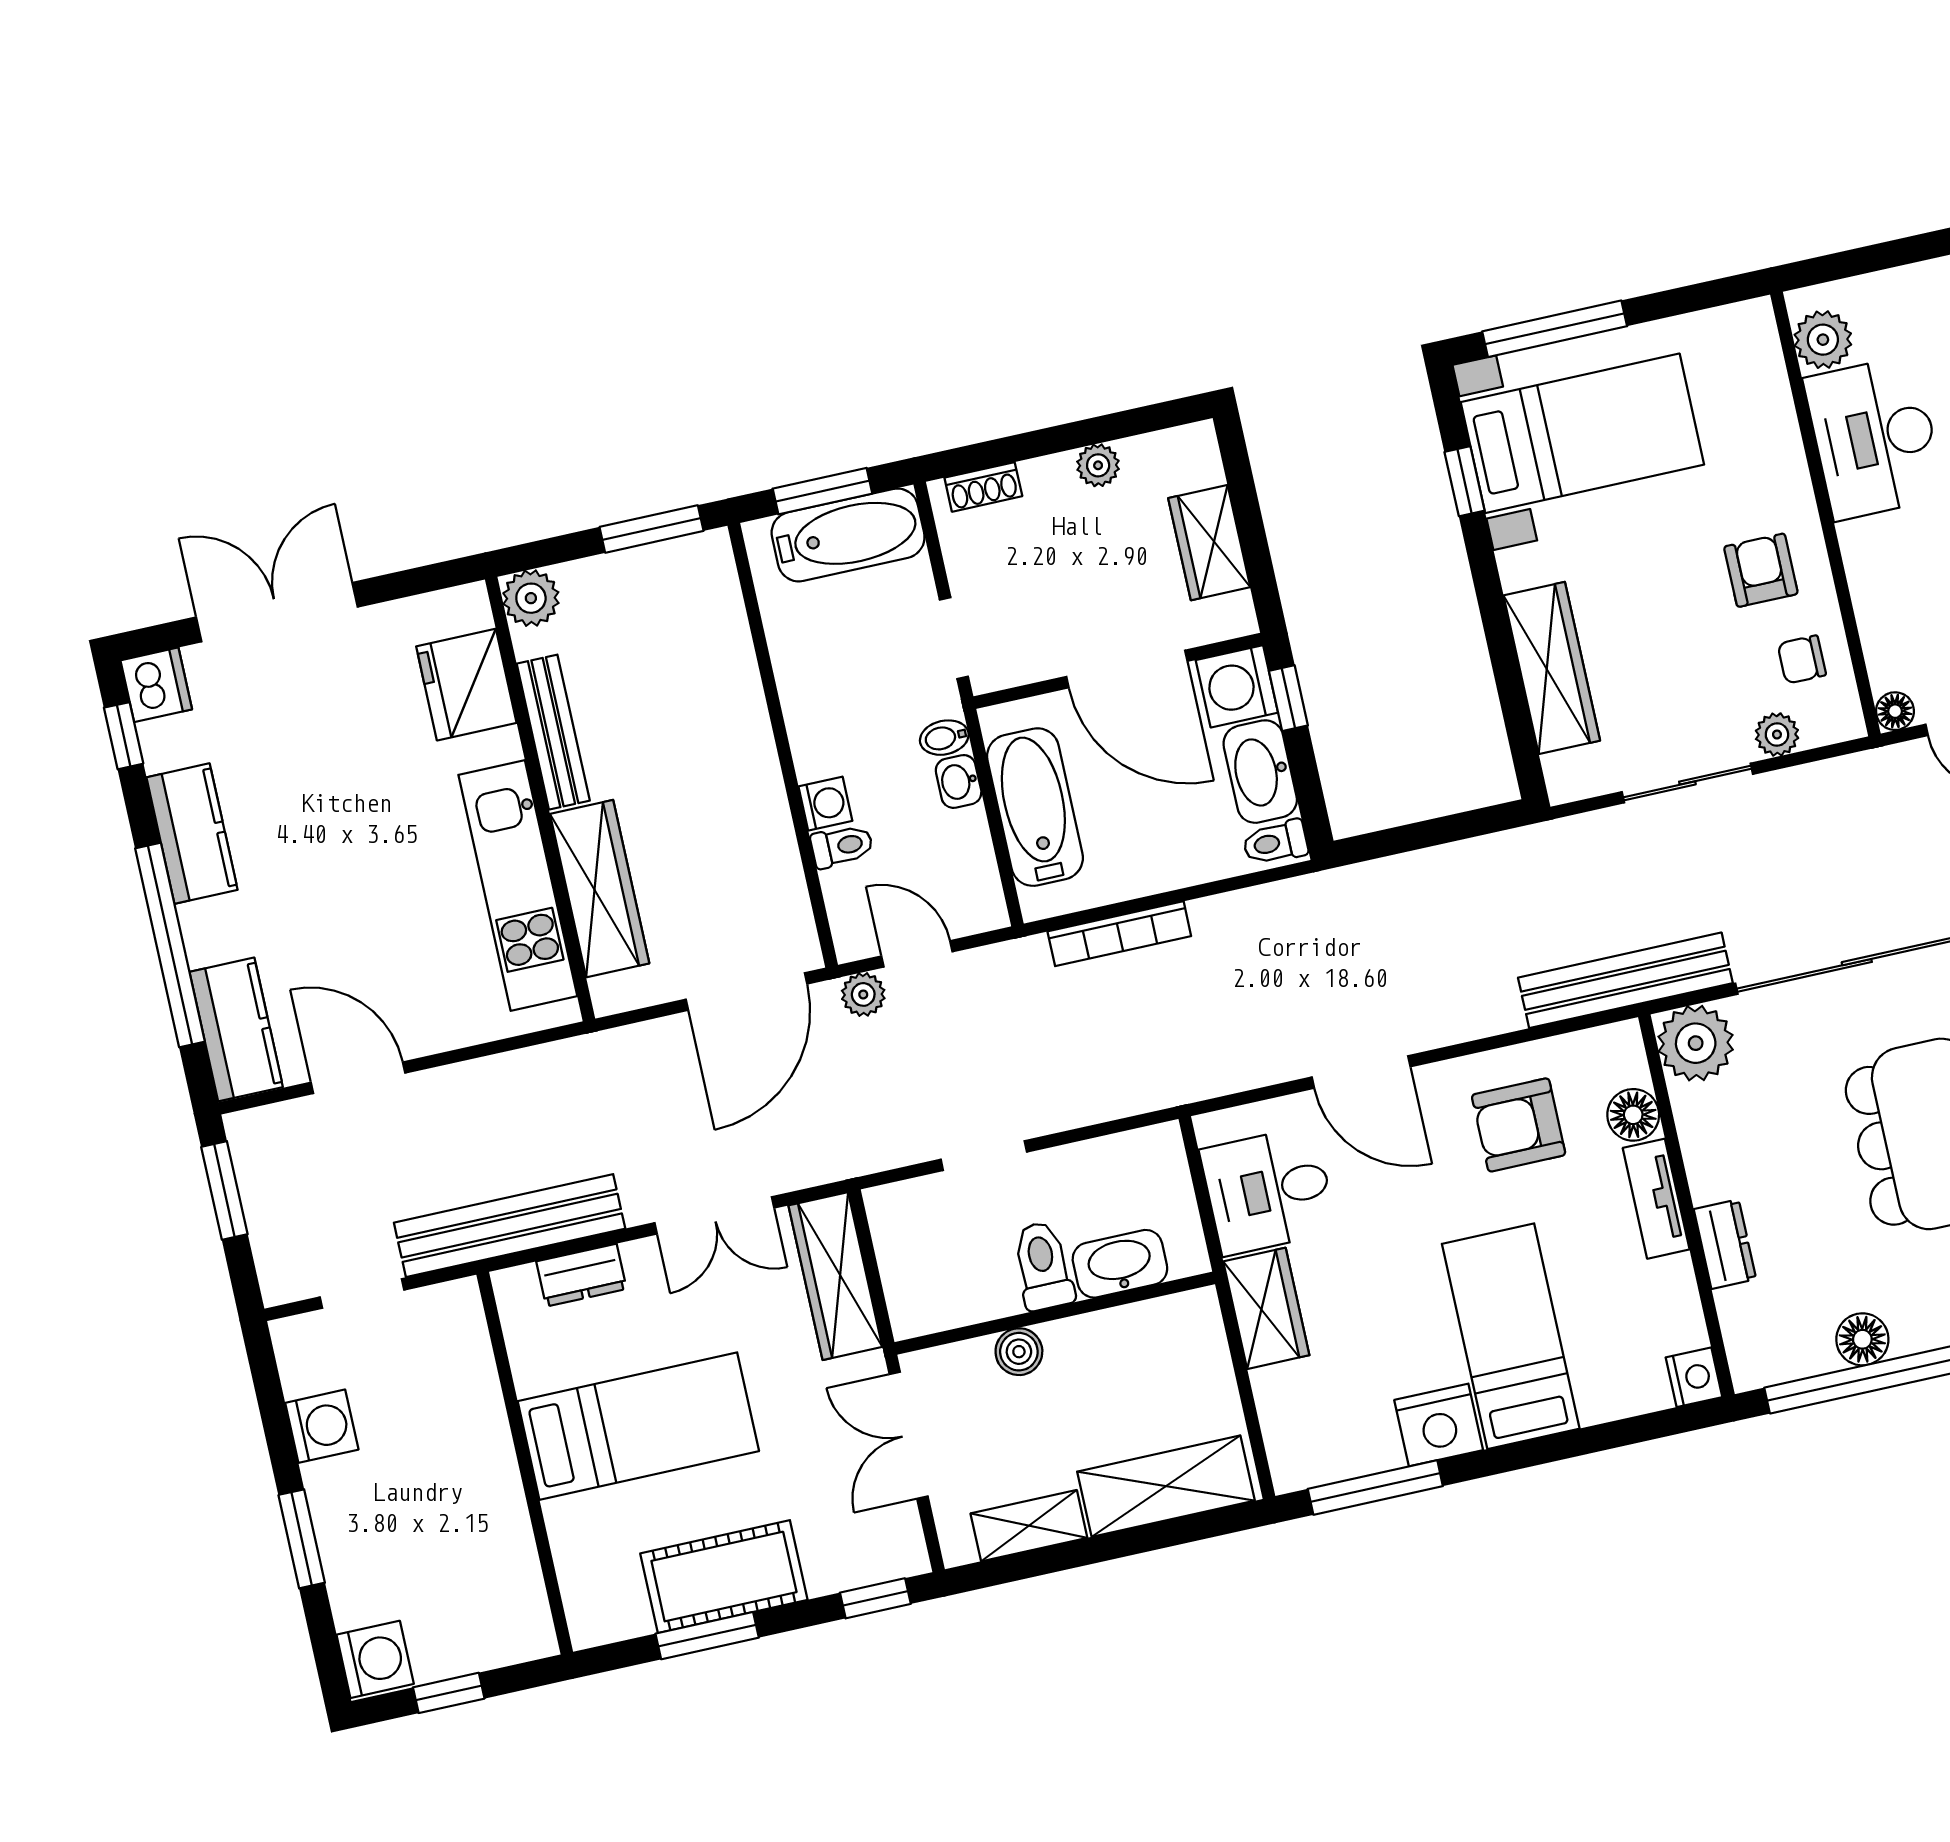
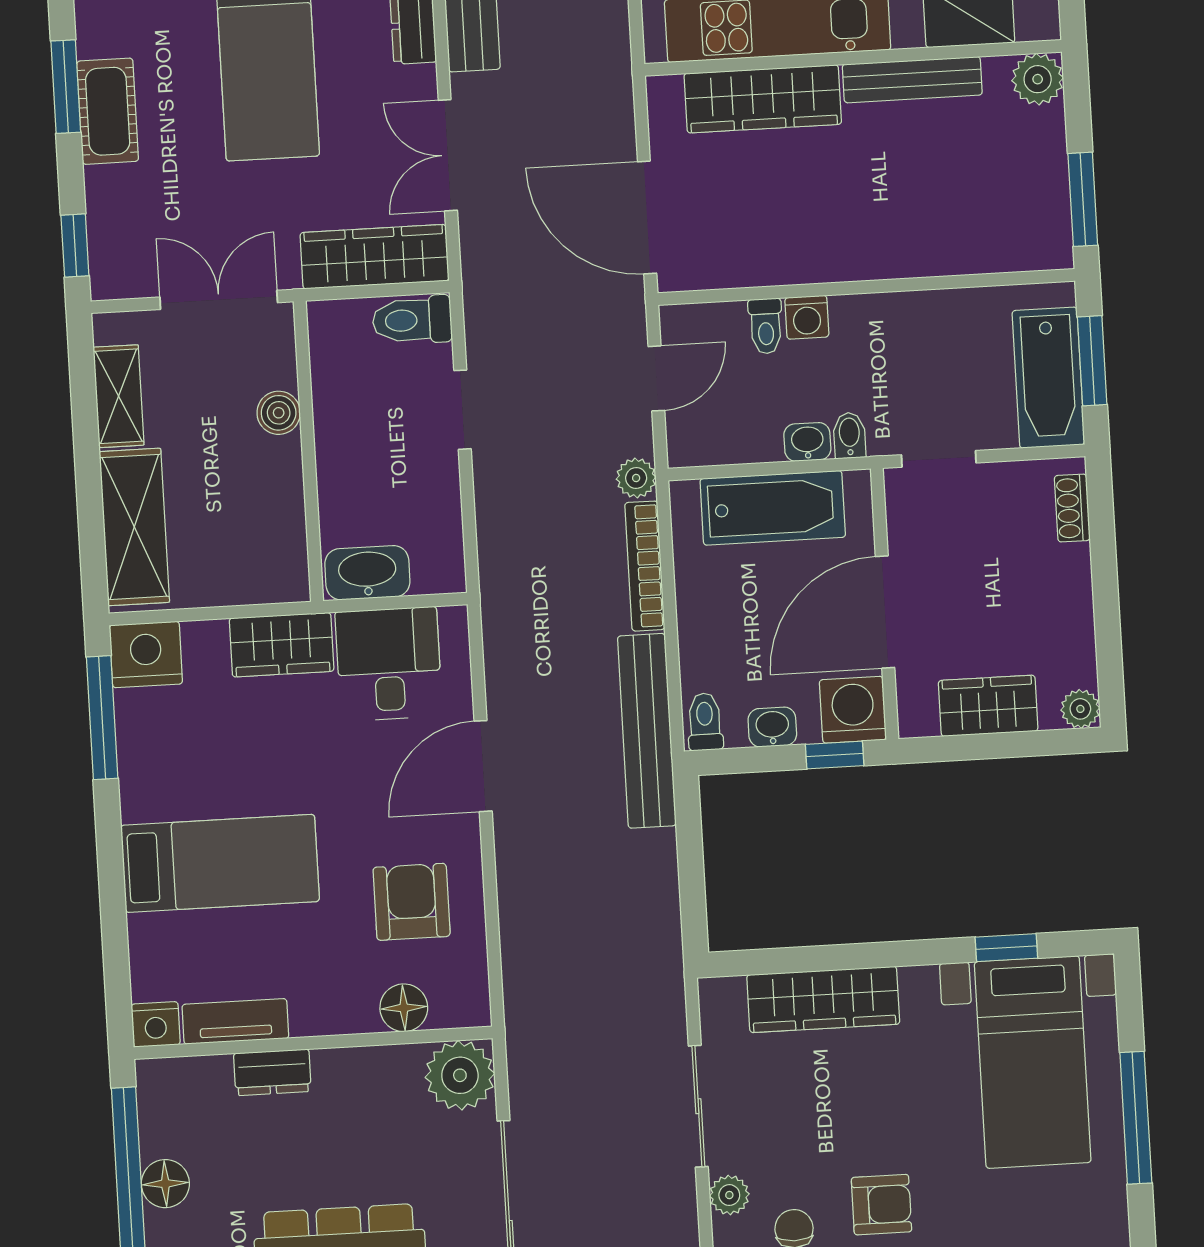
window: (1555, 329) -> (1136, 1118), moved
plant: (1098, 465) -> (1080, 709), moved
washbasin: (1260, 772) -> (772, 727), width x0.52, depth x0.69
bench: (1625, 980) -> (647, 731), moved
plant: (863, 994) -> (636, 478), moved
tv unit: (1656, 1199) -> (235, 1021), moved
washbasin: (1120, 1264) -> (367, 573), moved, turned -90
toilet: (1043, 1266) -> (412, 320), moved, turned 180
nightstand: (1439, 1425) -> (146, 654), moved, turned 90
cot: (724, 1577) -> (108, 111), width x0.73, depth x0.75

